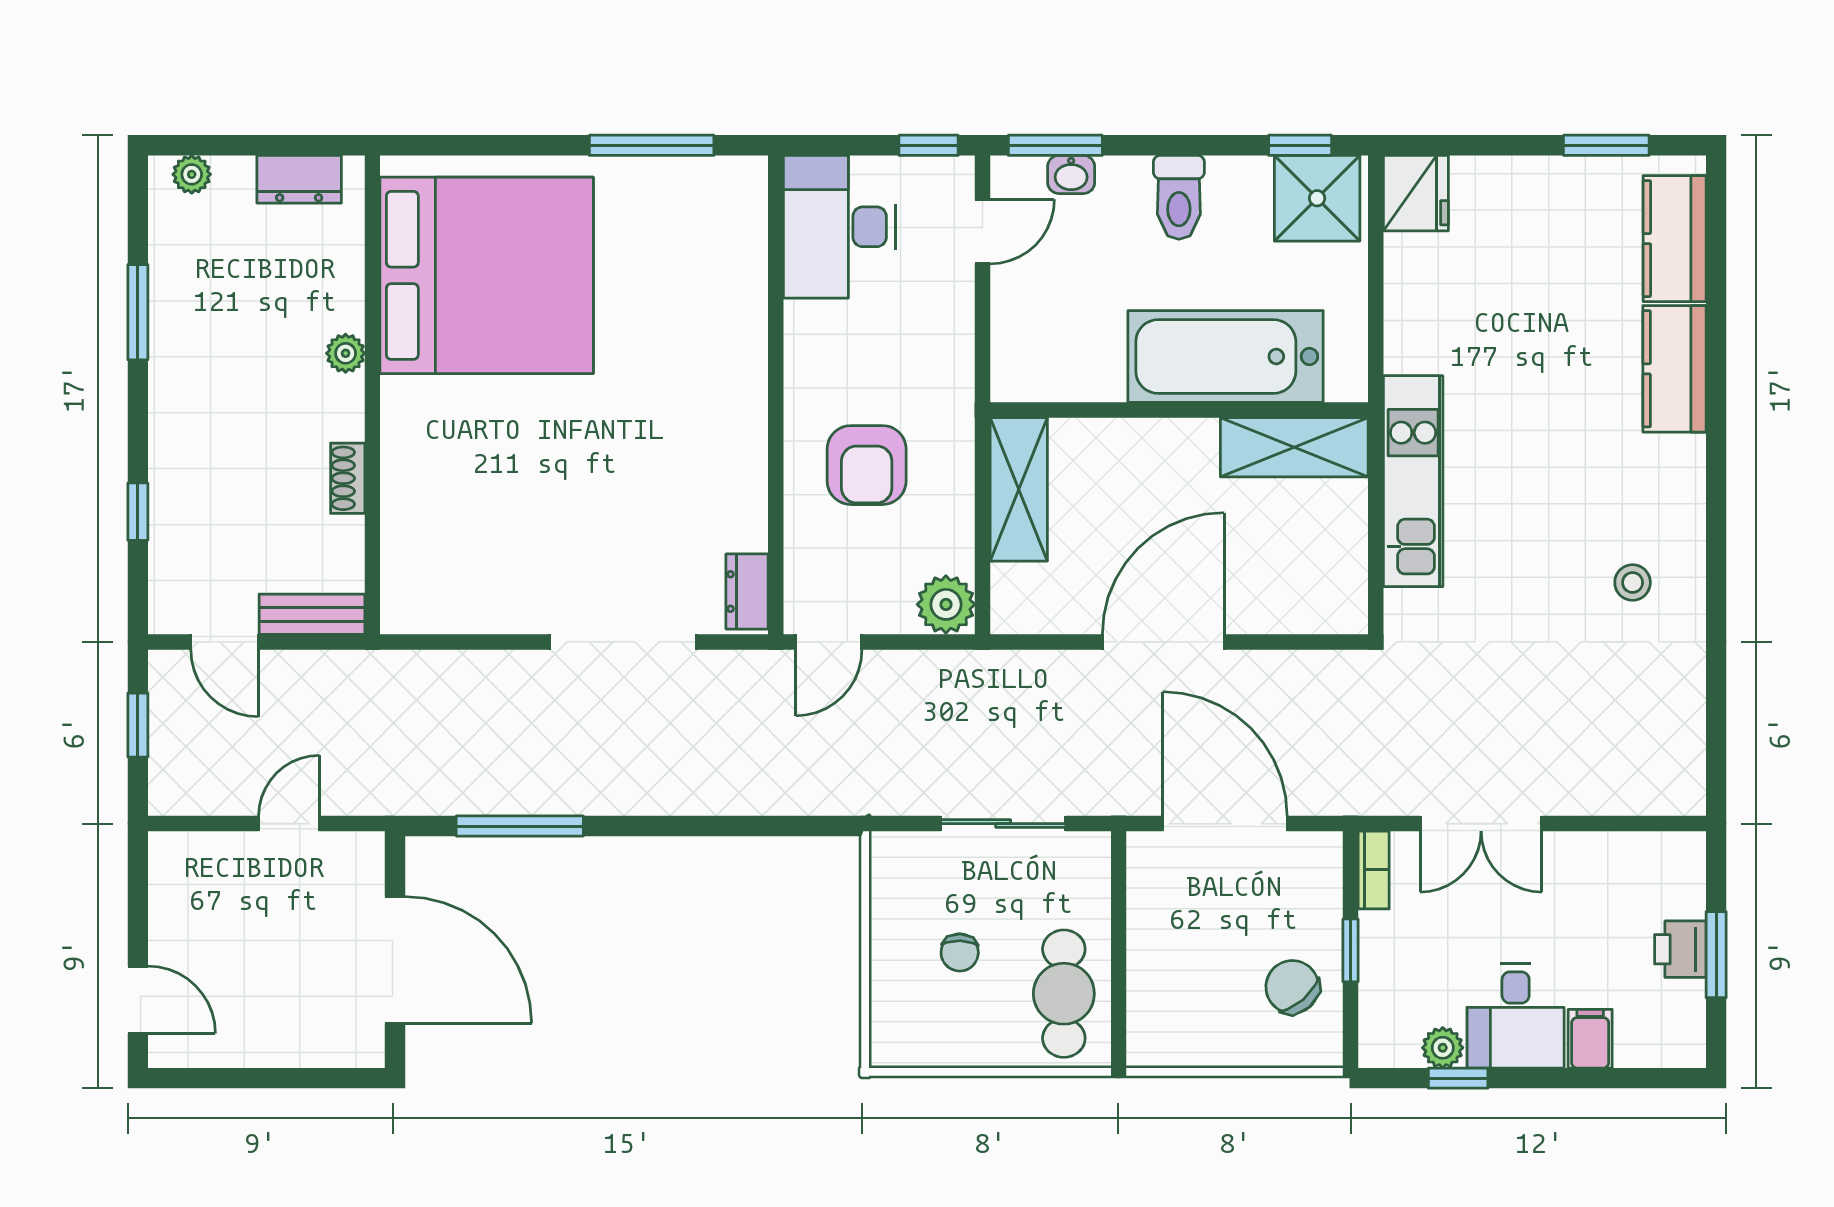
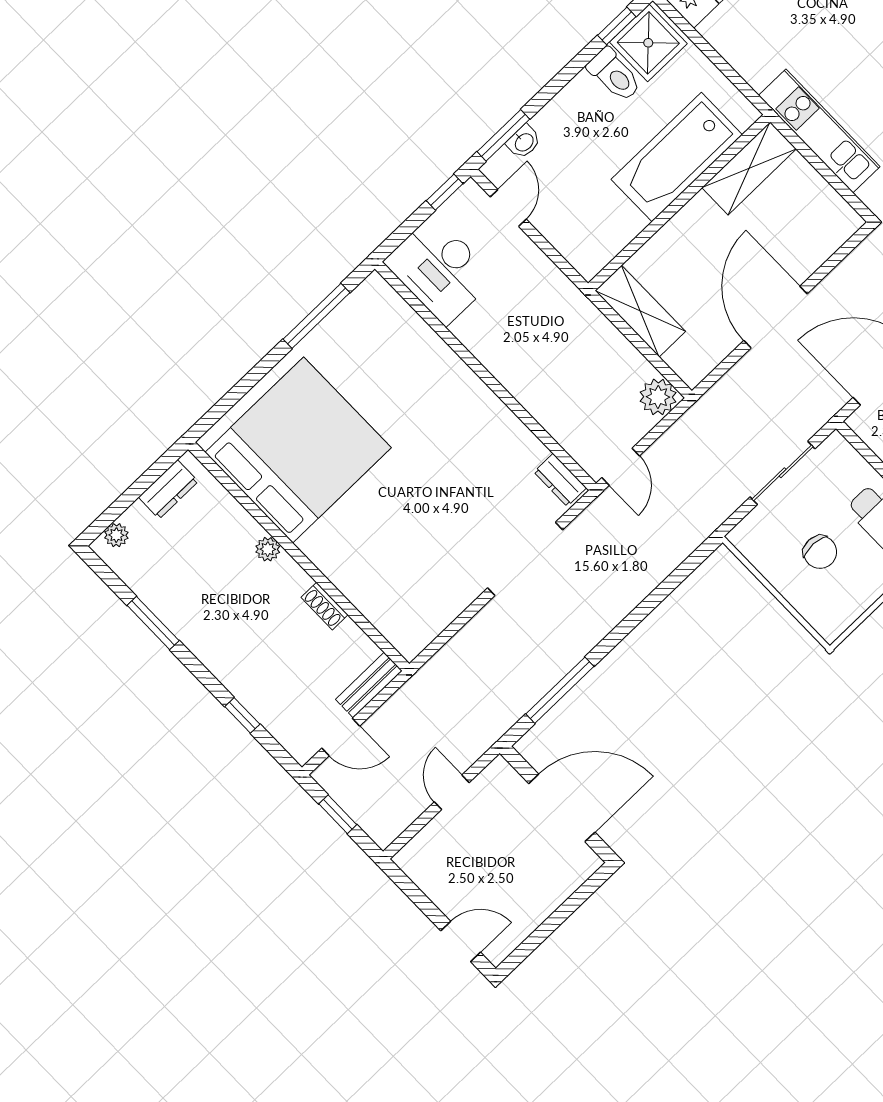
toilet: (1179, 197) -> (614, 75), moved
armchair: (867, 465) -> (559, 368), removed
chair: (960, 952) -> (820, 552), width x1.37, depth x1.37

